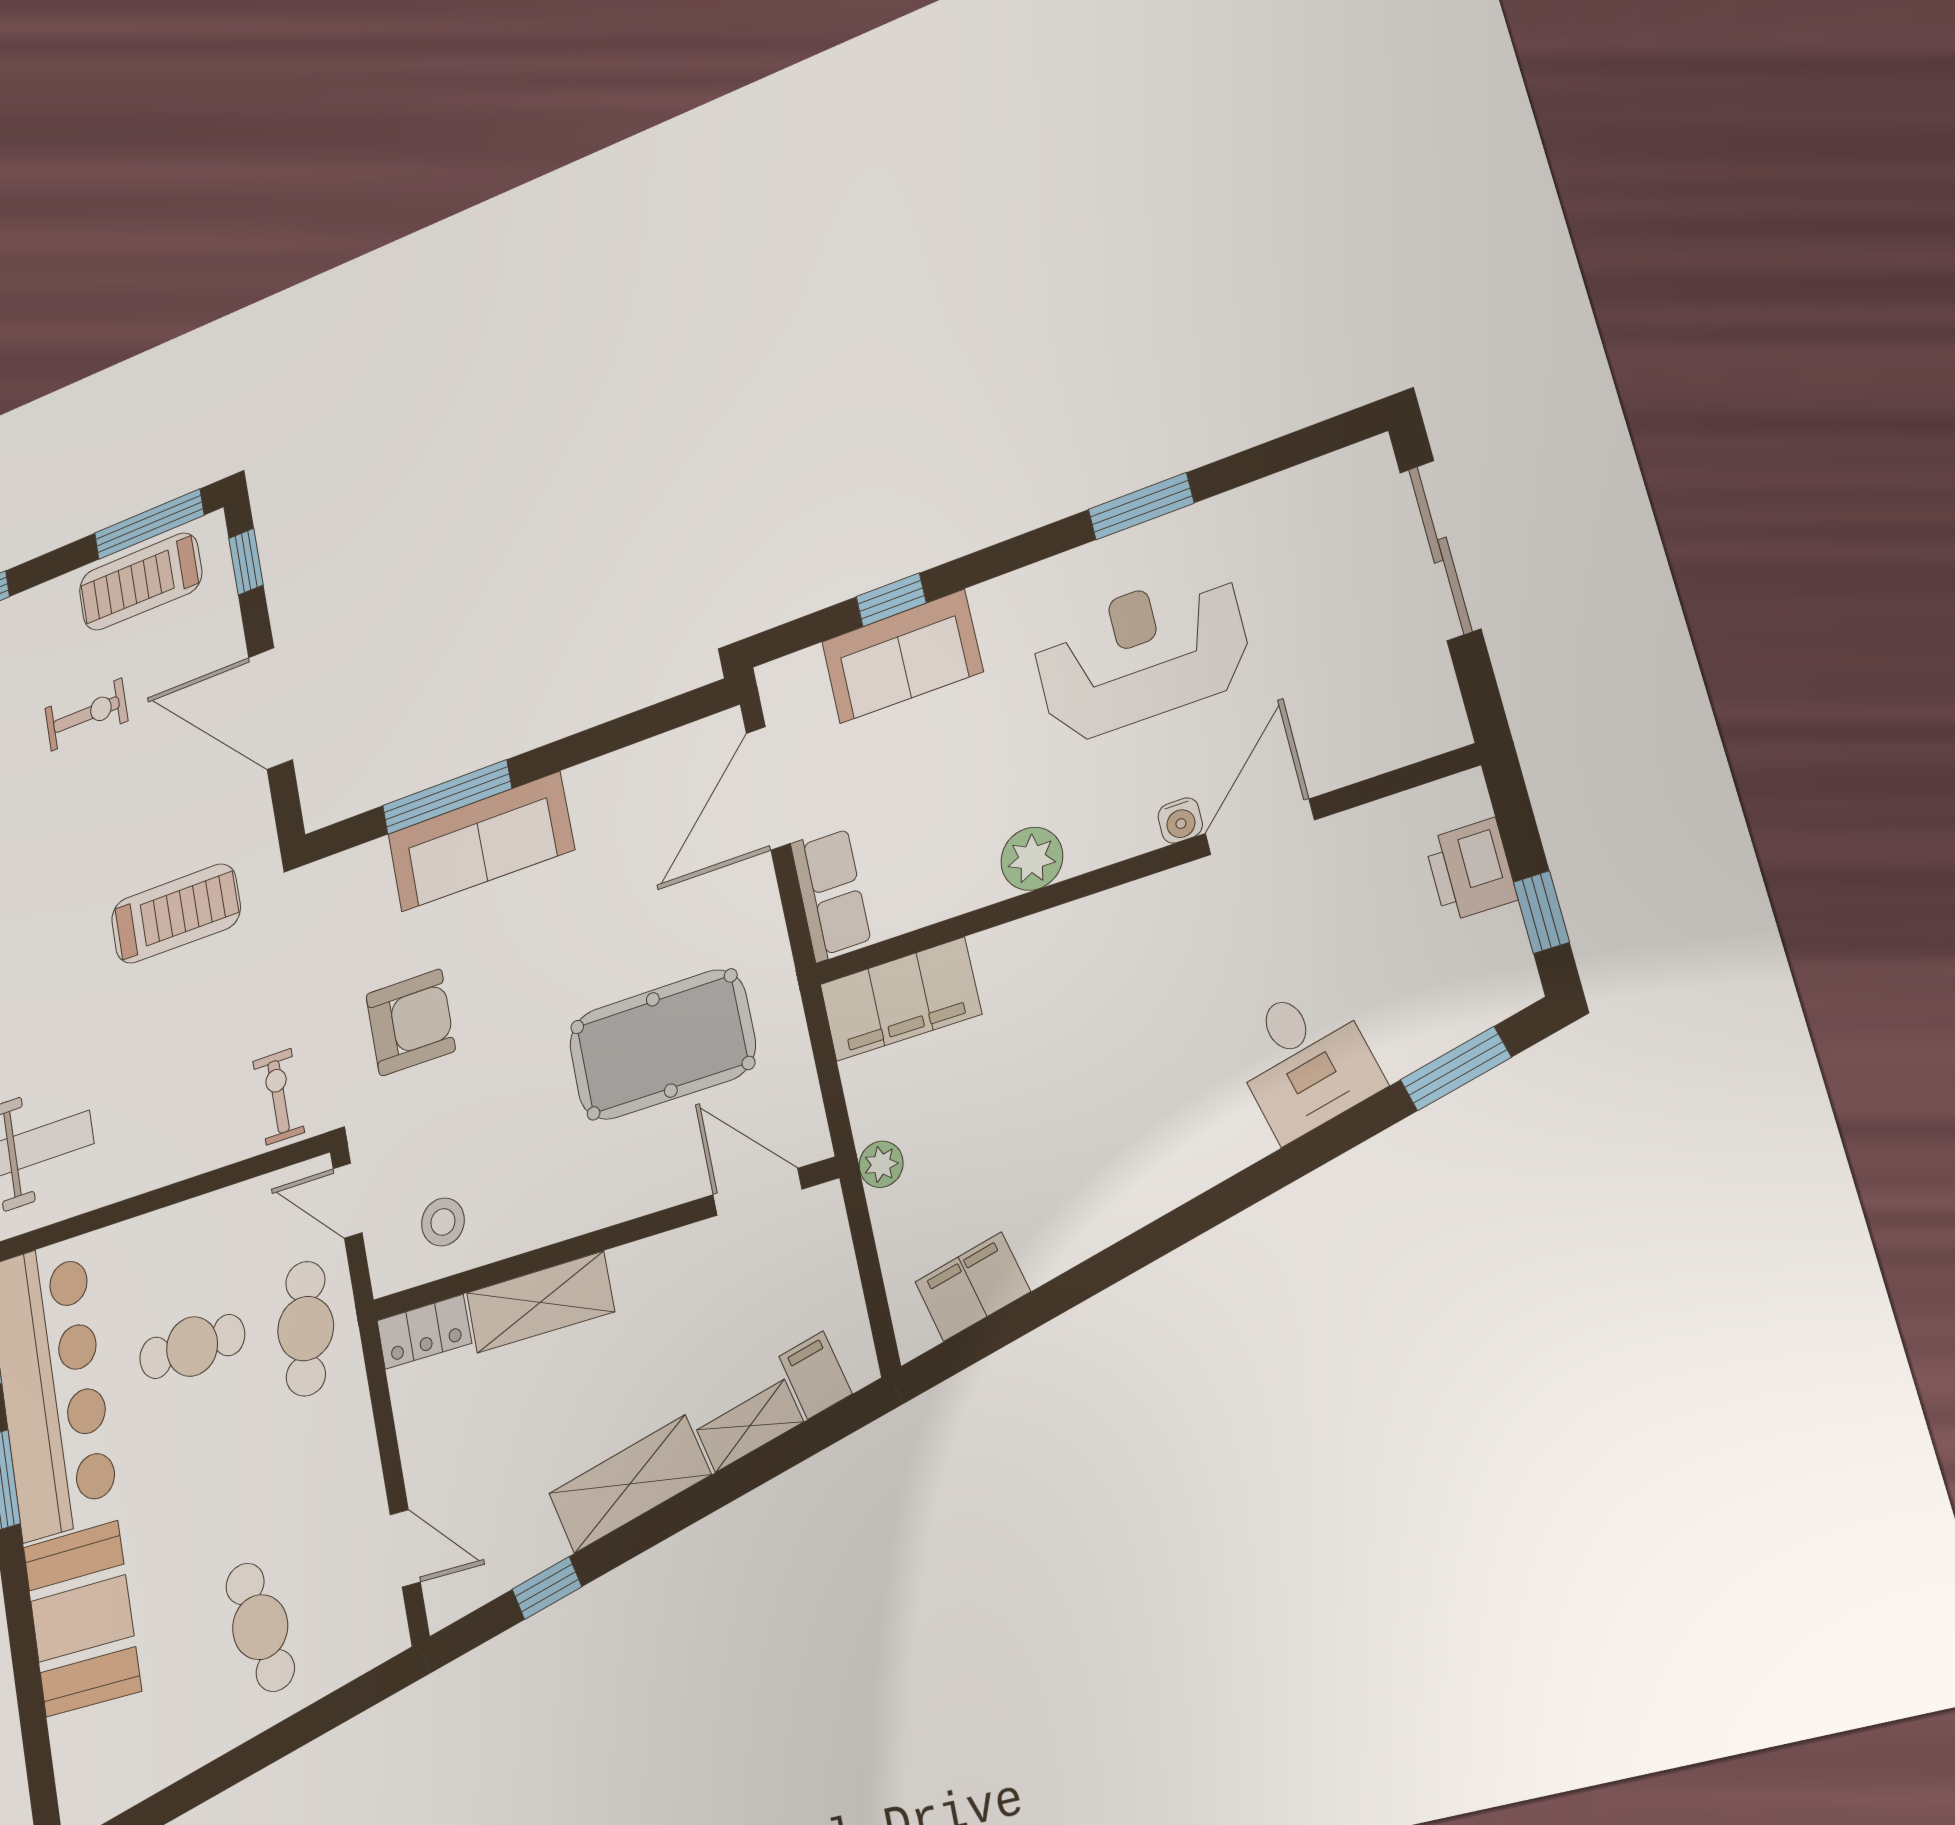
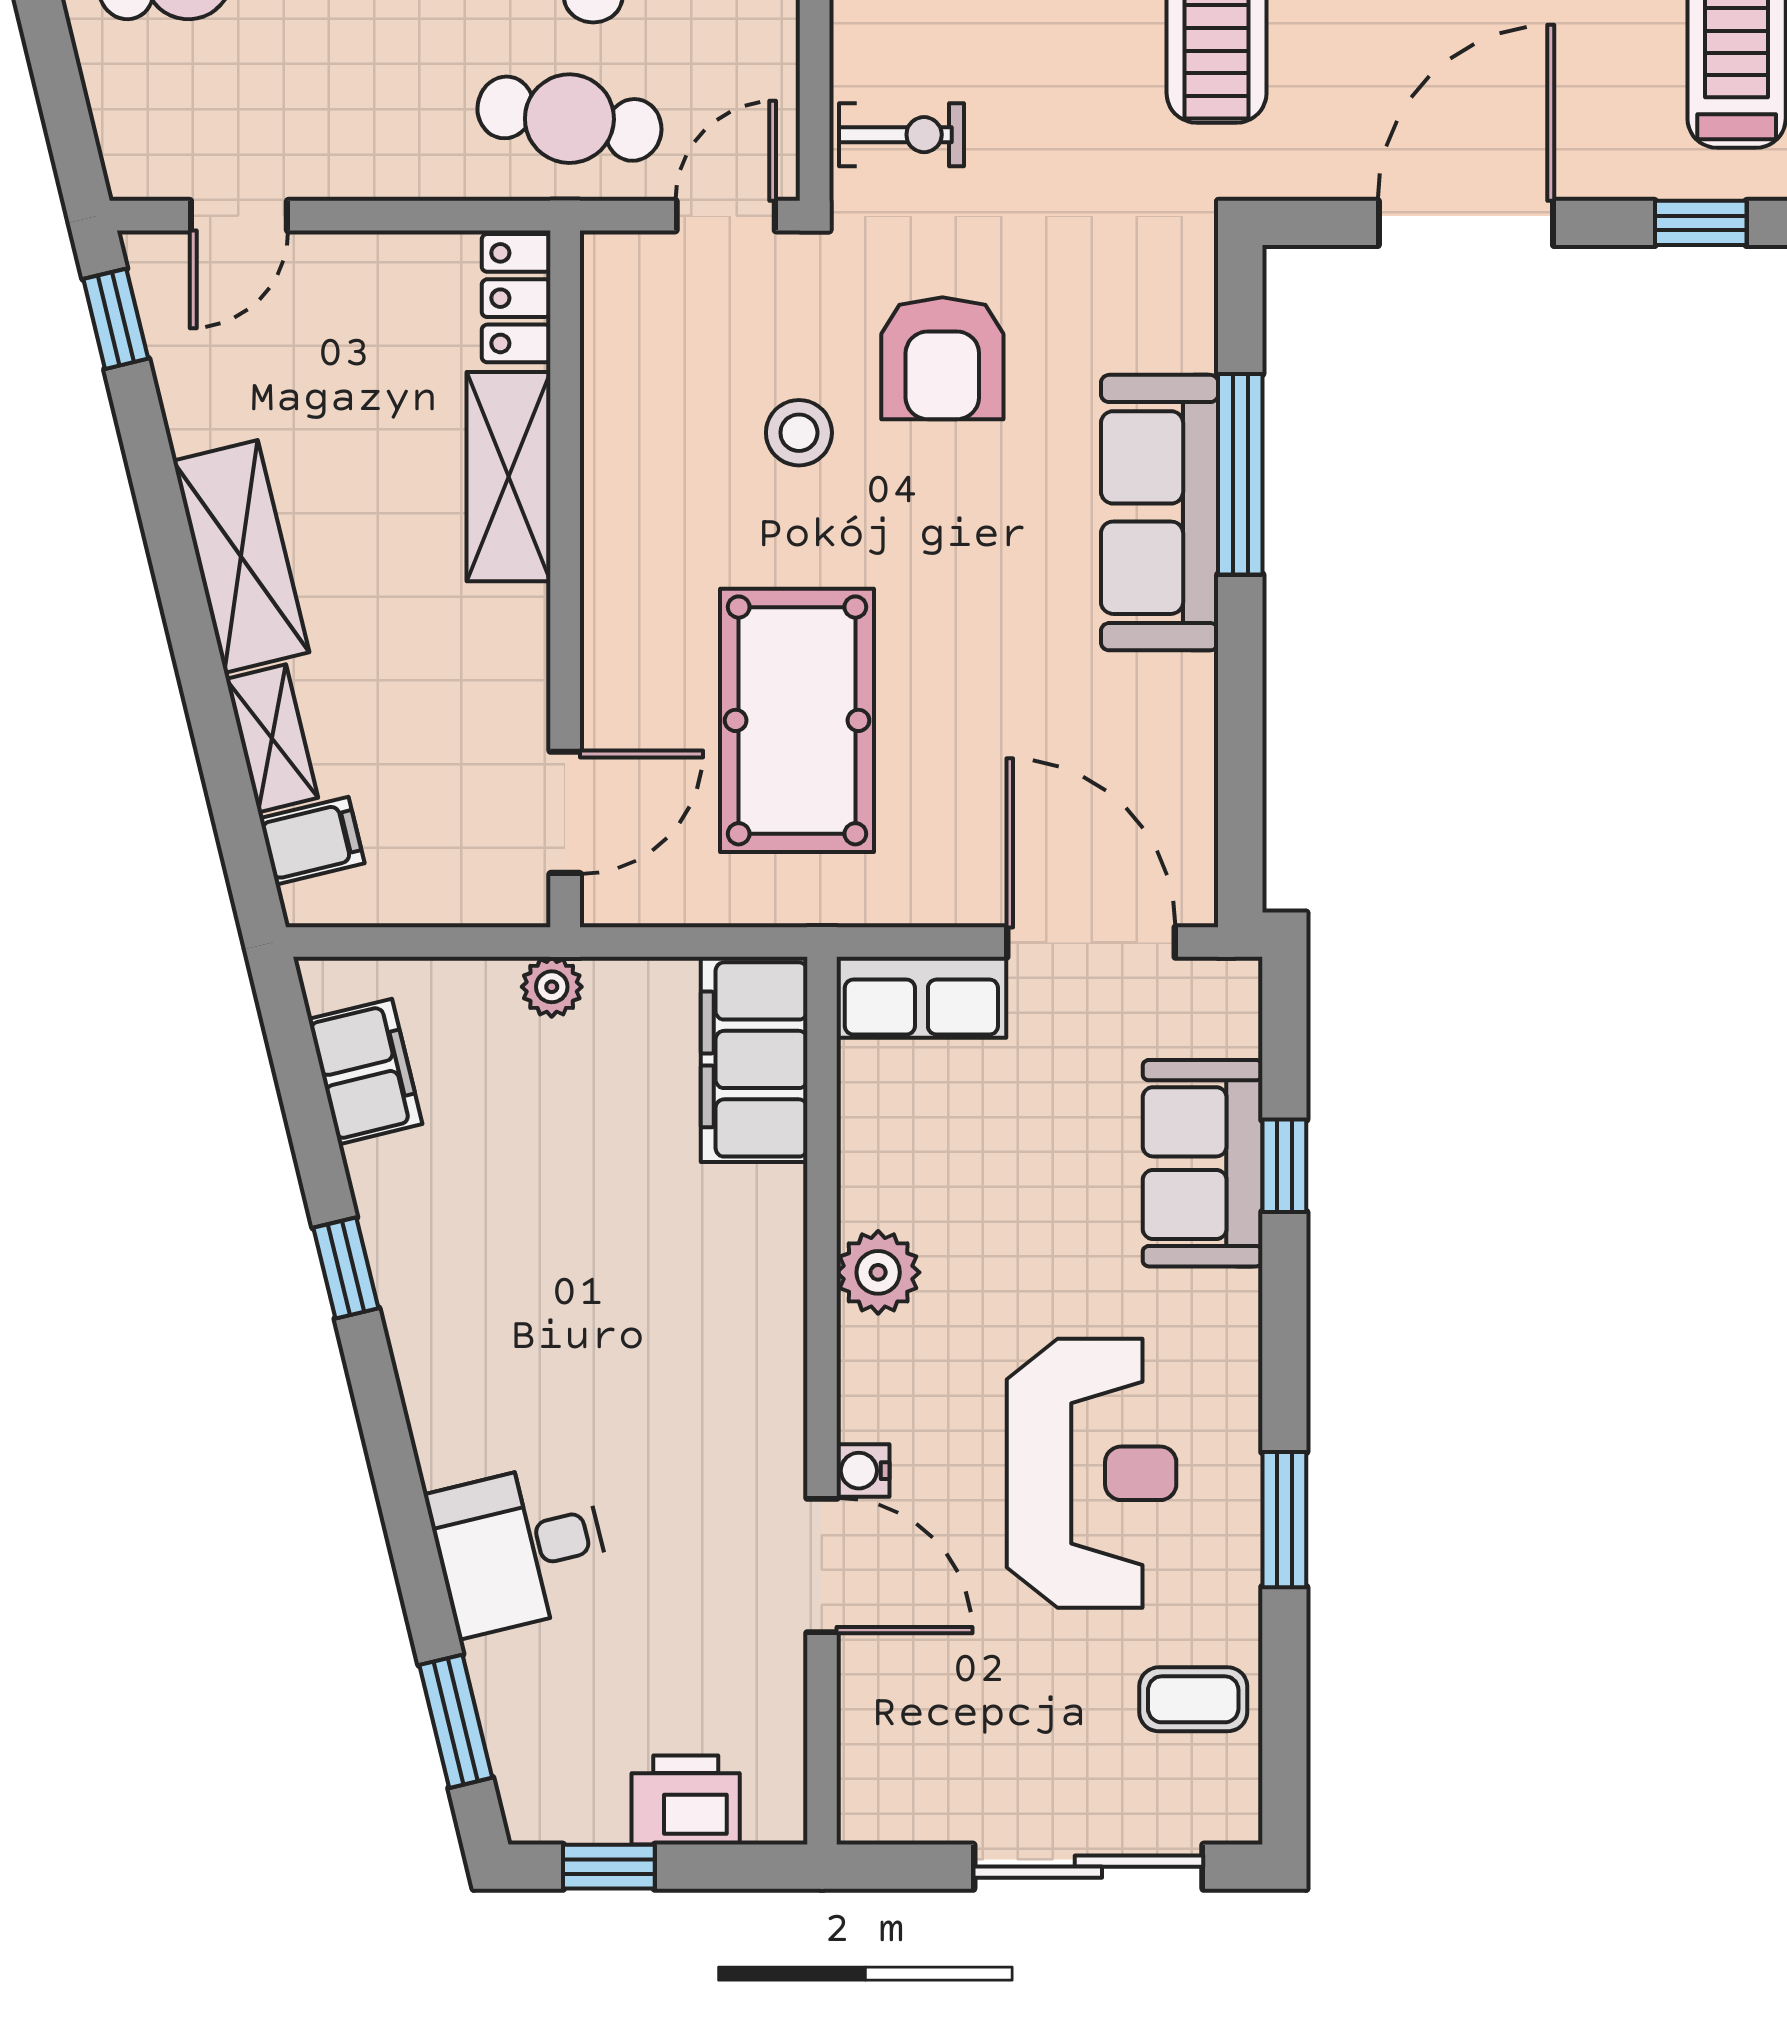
coffee table: (1291, 521) -> (1193, 1699), added
stool: (443, 1222) -> (799, 433), moved
window: (1122, 1259) -> (346, 1268), added
window: (547, 1588) -> (116, 319), moved

